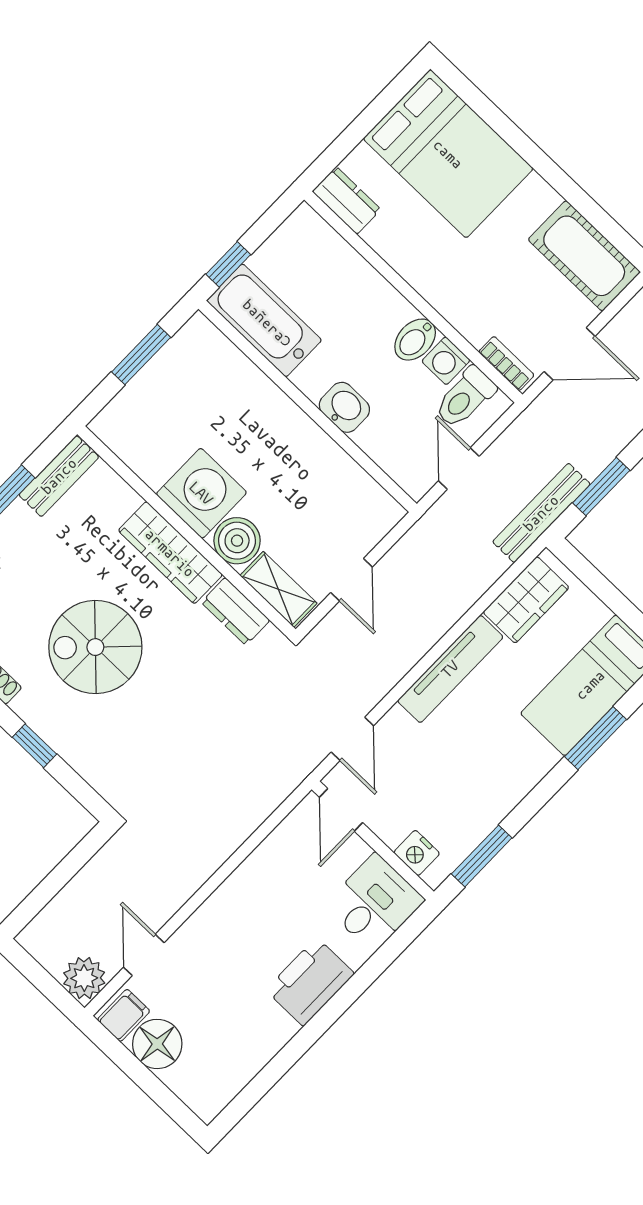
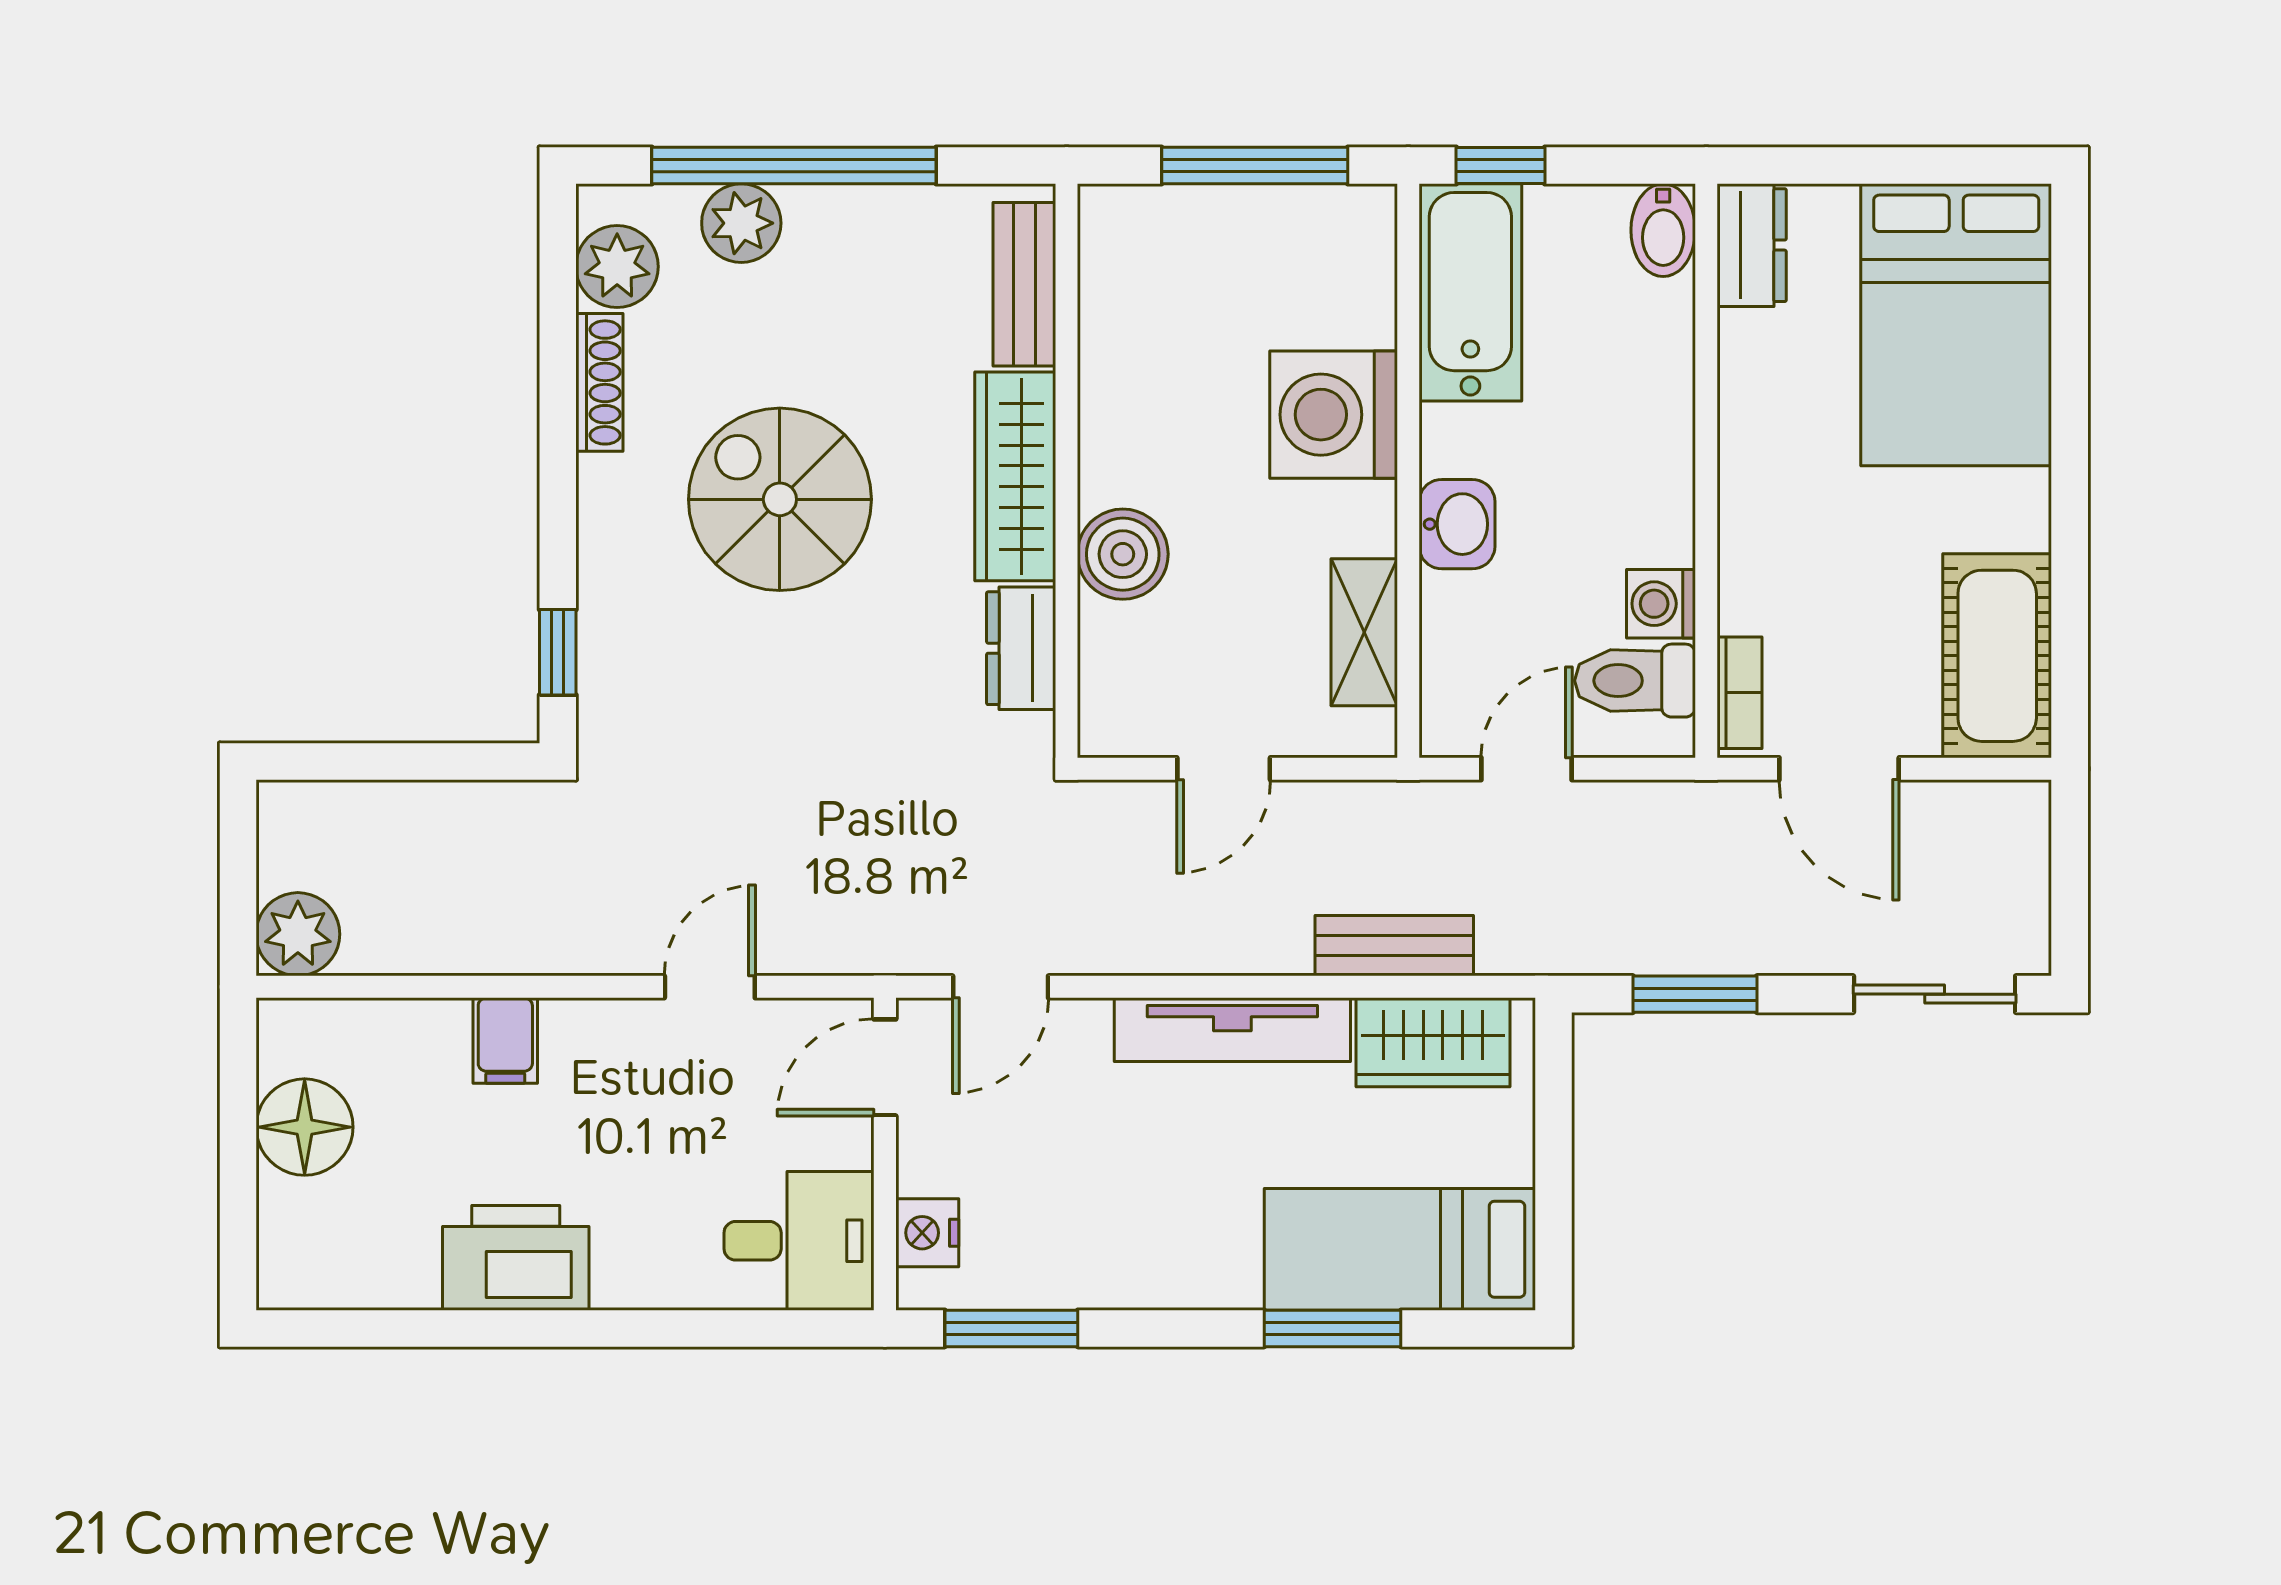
bidet: (415, 340) -> (1663, 230), moved, turned -90
window: (141, 355) -> (1255, 165), width x1.44
bench: (59, 476) -> (1024, 284), moved, turned 90
washing machine: (201, 493) -> (1334, 415), moved, turned 180
bench: (541, 513) -> (1394, 946), moved, width x0.73
shelving: (278, 589) -> (1364, 632), moved
window: (34, 746) -> (558, 652), moved
door: (144, 955) -> (710, 987), moved
printer: (310, 982) -> (516, 1258), moved
filing cabinet: (124, 1015) -> (505, 1041), moved, turned 90

